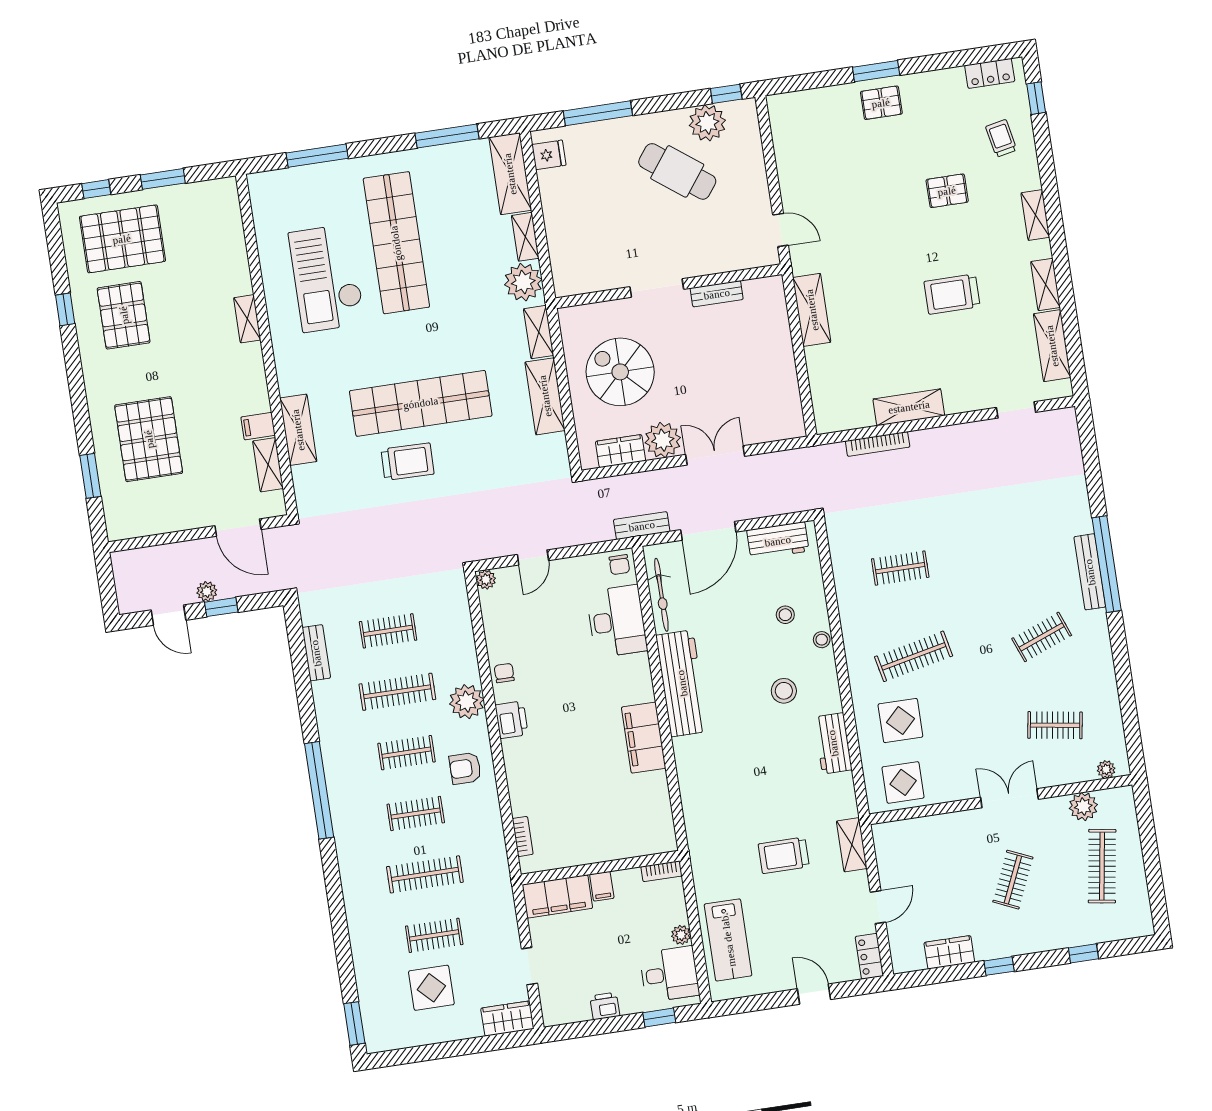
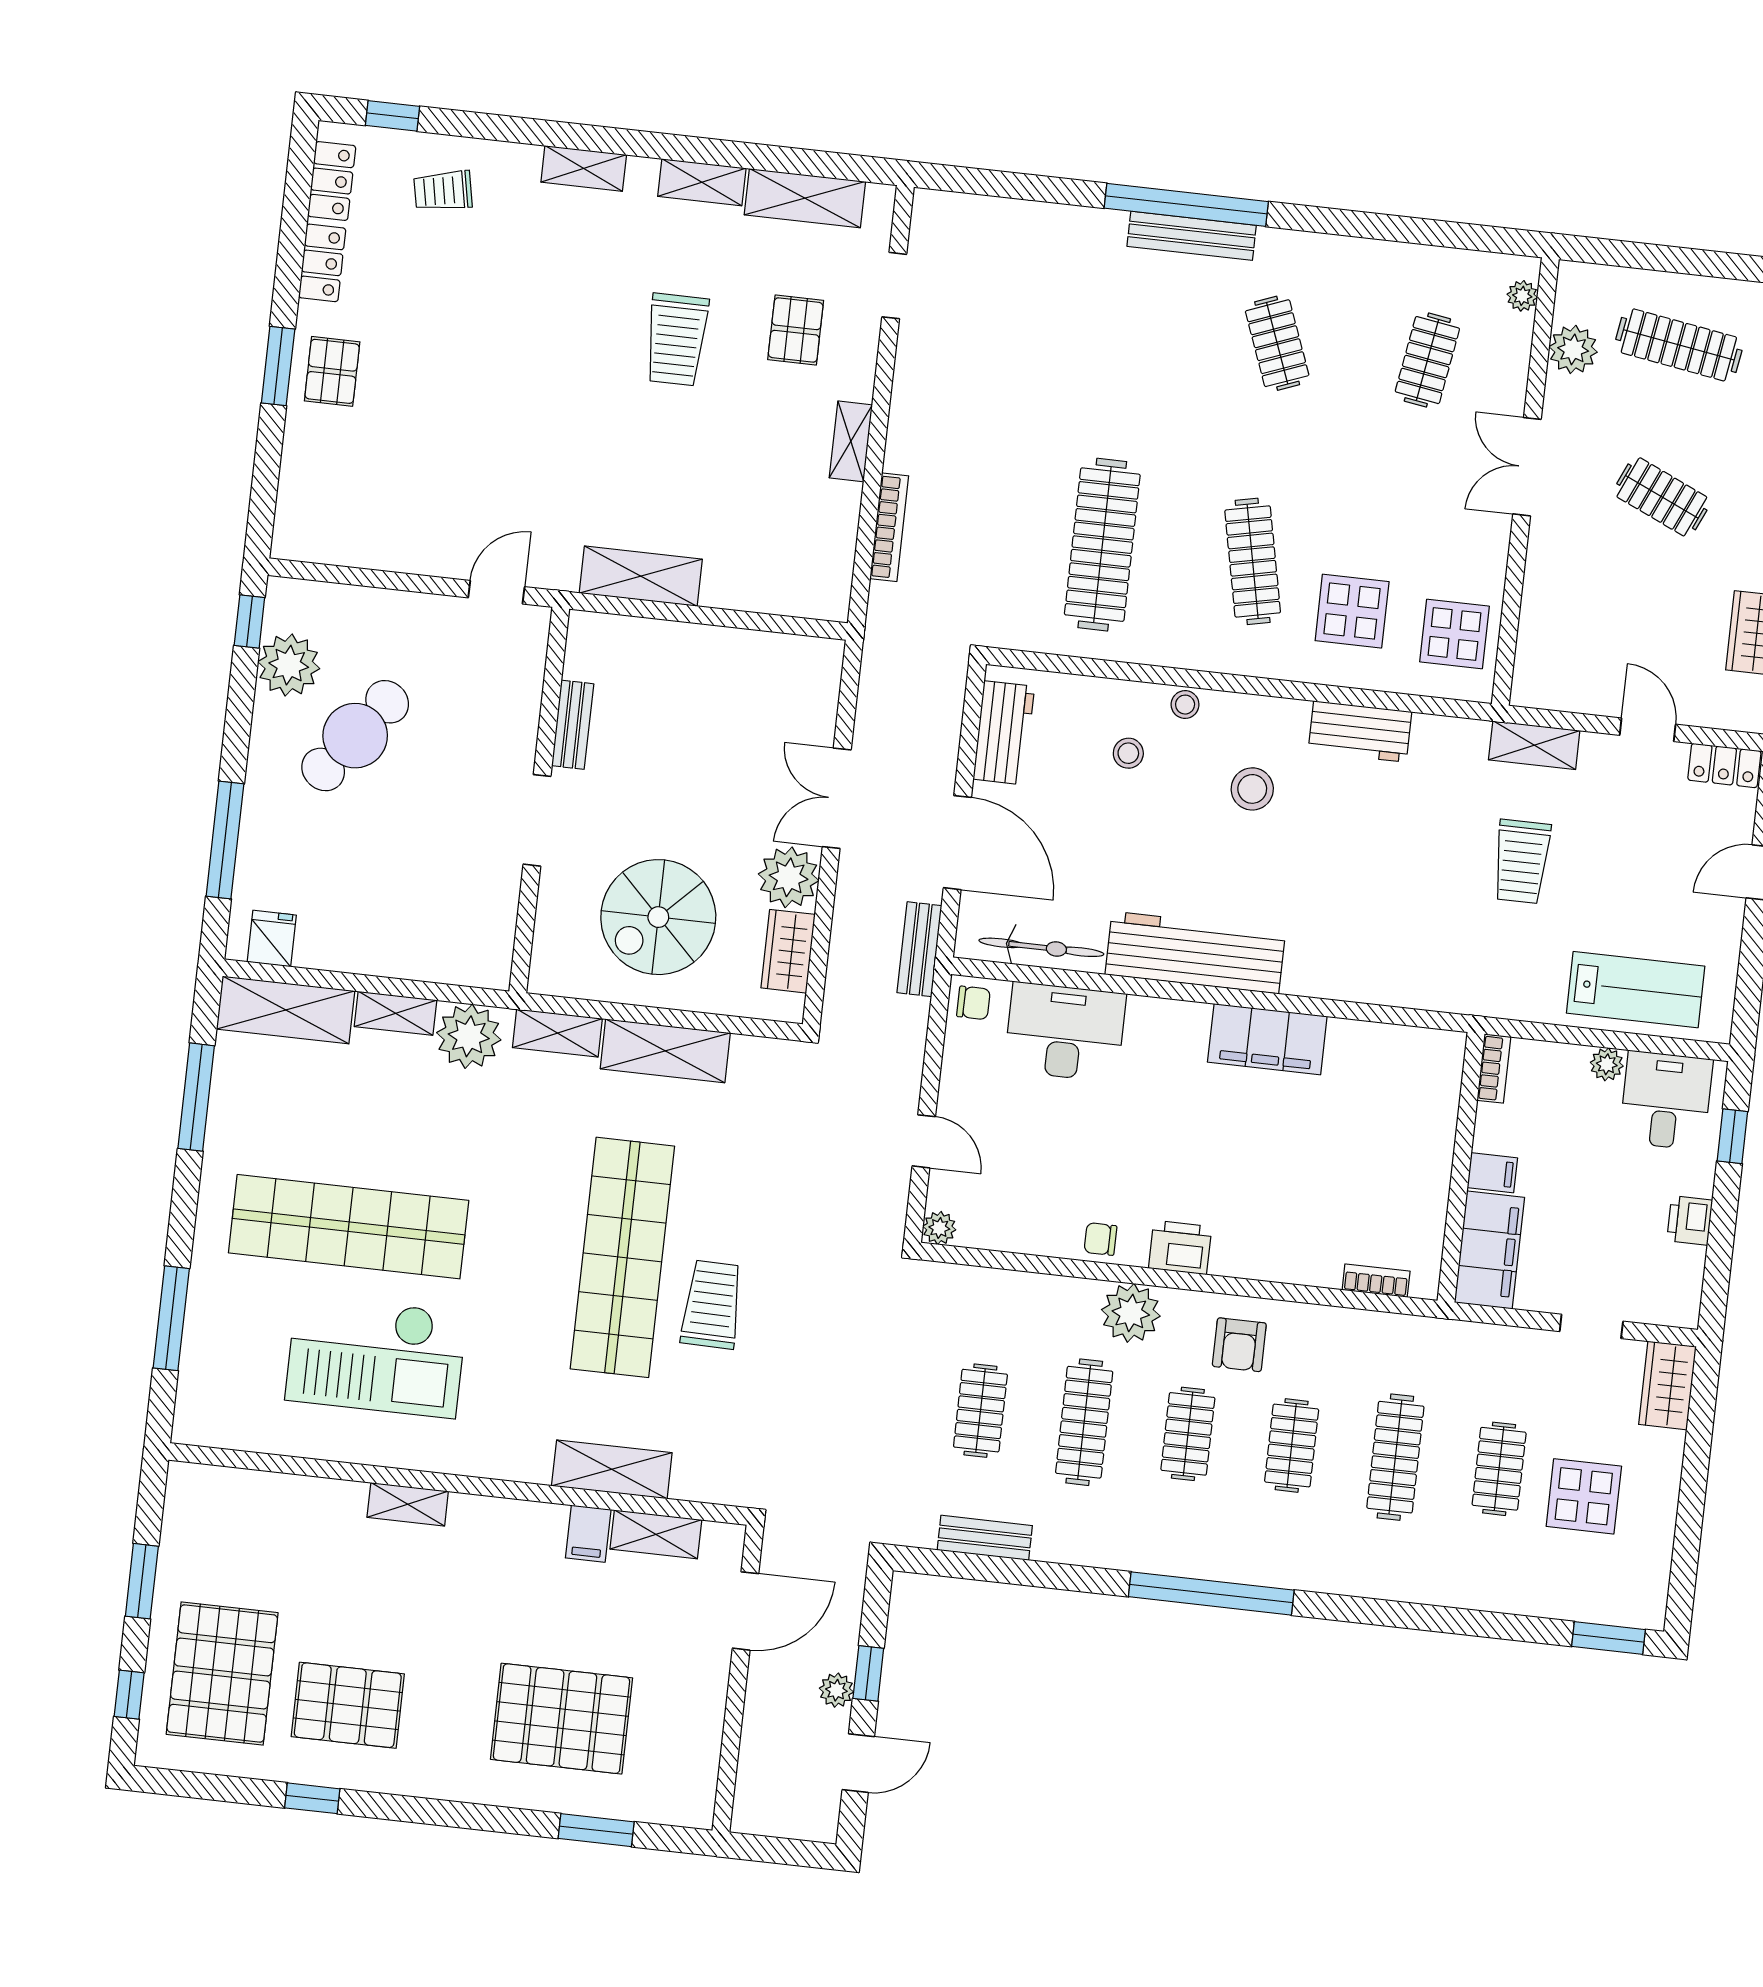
locker: (942, 80) -> (322, 263), added
pallet: (947, 191) -> (796, 330), moved
shelving: (909, 407) -> (851, 441), width x0.67, depth x0.75
clothes rail: (900, 568) -> (1102, 545), width x1.86, depth x1.31

